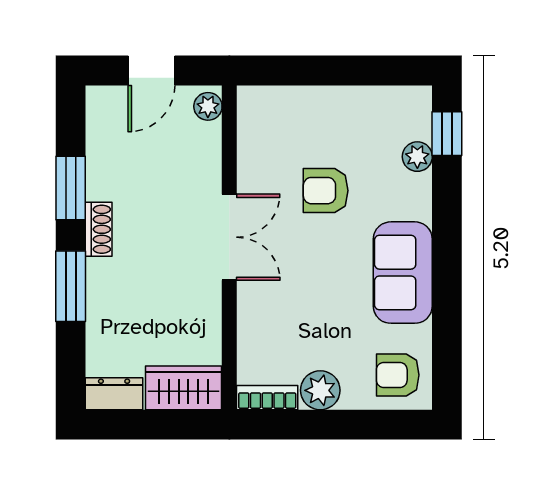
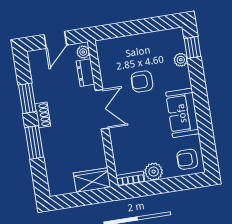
dresser: (114, 394) -> (85, 73), moved, turned -90

